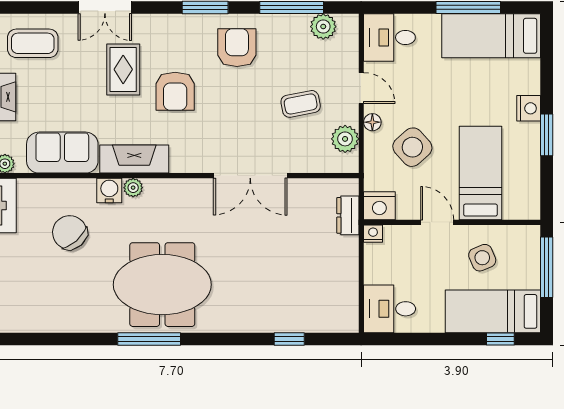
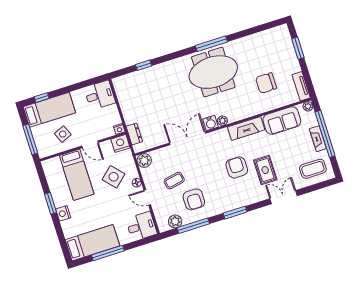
armchair: (237, 48) -> (194, 199), moved
plant: (345, 139) -> (144, 161), moved
plant: (133, 188) -> (222, 121), moved
water cooler: (109, 190) -> (211, 123), moved
chair: (70, 232) -> (266, 83), turned 132

